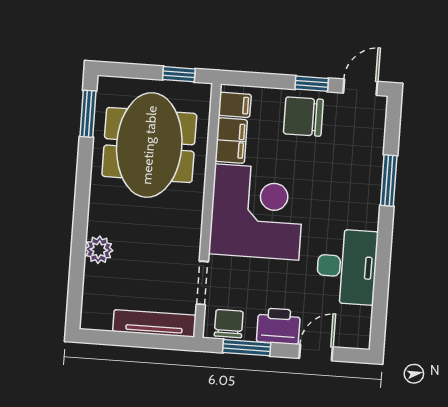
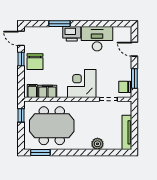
corner desk: (257, 212) -> (82, 83), width x0.74, depth x0.74
tv unit: (154, 323) -> (127, 132), moved
printer: (278, 326) -> (72, 34), moved, turned -90

